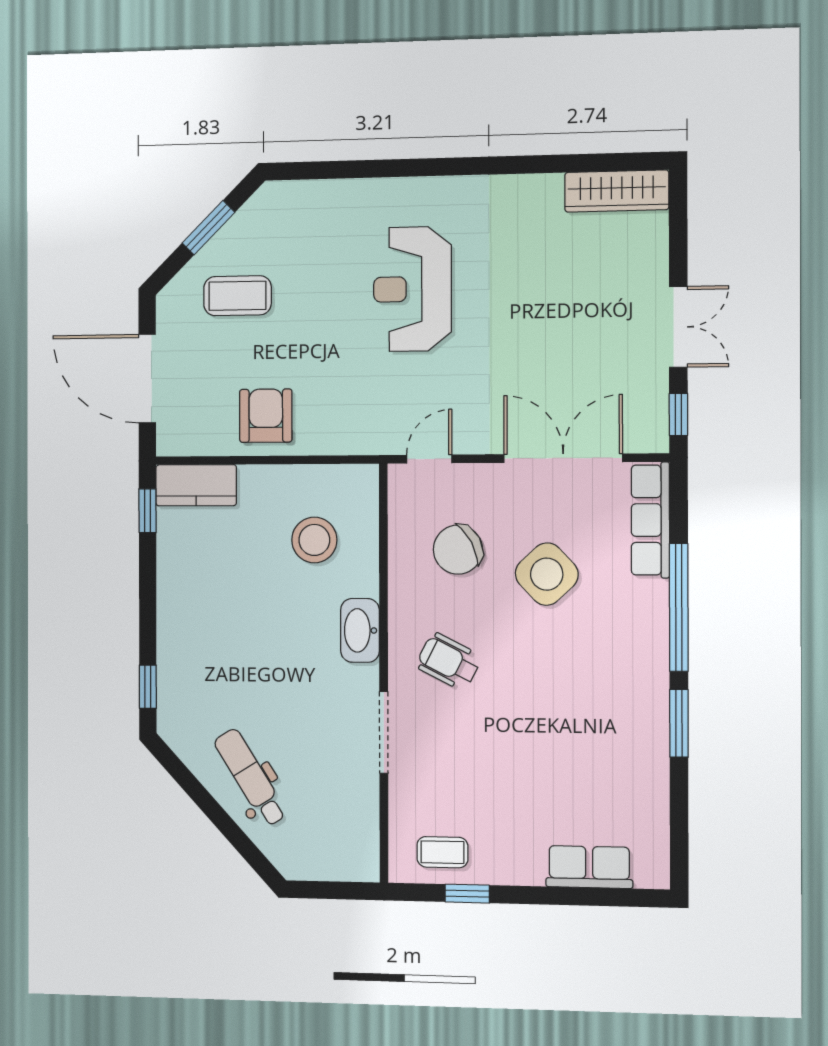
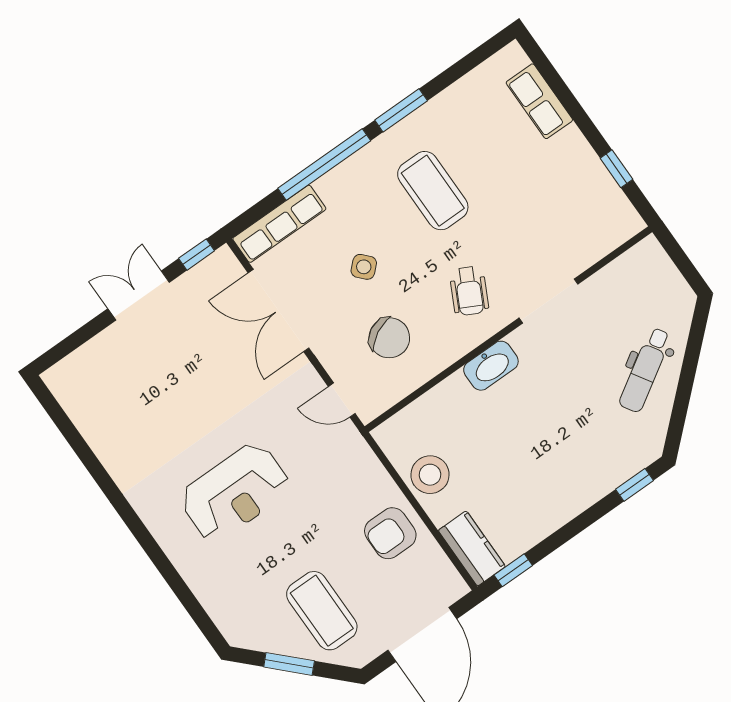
wardrobe: (617, 191) -> (76, 400), removed
coffee table: (237, 296) -> (322, 611), width x1.36, depth x1.32
stool: (314, 540) -> (430, 475), moved
side table: (547, 574) -> (364, 267), width x0.54, depth x0.54
coffee table: (442, 852) -> (433, 191), moved, width x1.86, depth x1.72

